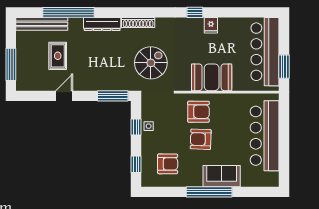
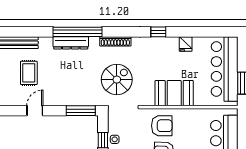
window: (68, 12) -> (77, 32), moved
shoe rack: (138, 22) -> (115, 41), moved
fridge: (211, 25) -> (186, 44), moved

